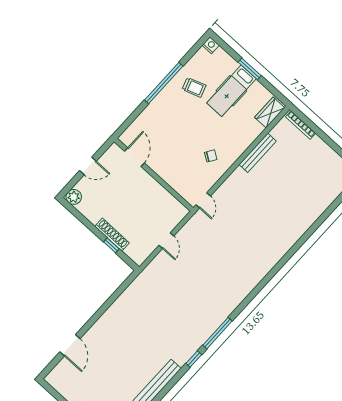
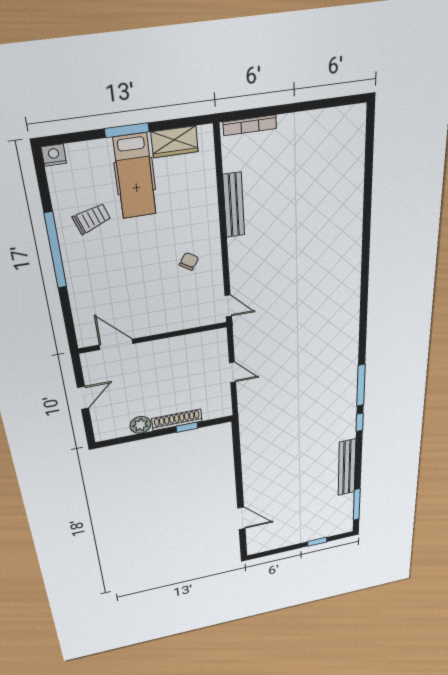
wardrobe: (270, 113) -> (175, 142), moved, turned -90
plant: (74, 197) -> (140, 425), moved

